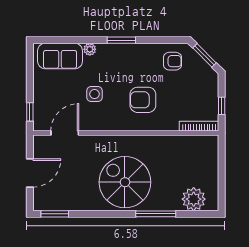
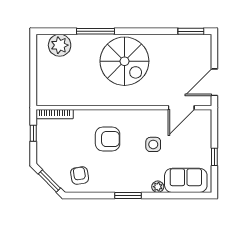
armchair: (172, 61) -> (80, 176), turned 81
window: (30, 112) -> (214, 157), moved
door: (30, 173) -> (214, 82), moved

